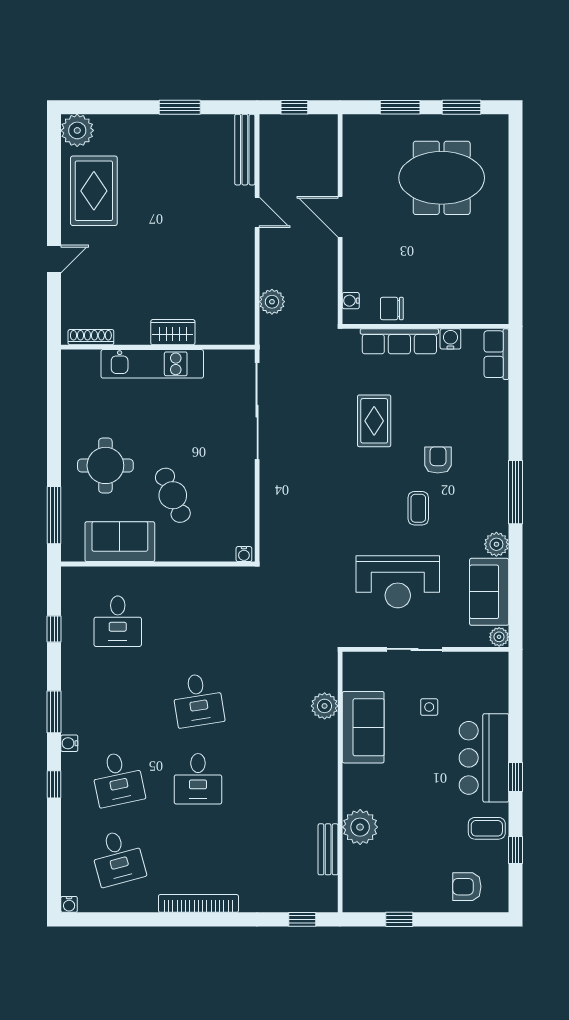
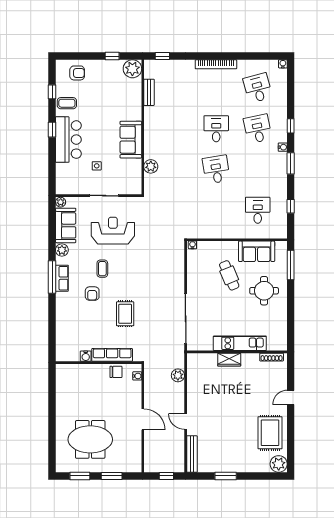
row of seats: (496, 354) -> (62, 278), moved
sofa: (363, 727) -> (131, 140), moved
plant: (360, 827) -> (132, 69), moved

